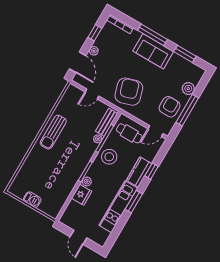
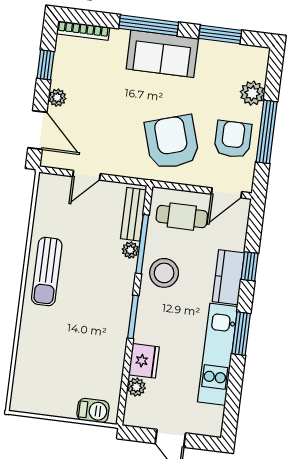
armchair: (129, 92) -> (172, 142), moved
plant: (87, 182) -> (136, 387), moved
barbecue: (32, 200) -> (93, 411), moved

